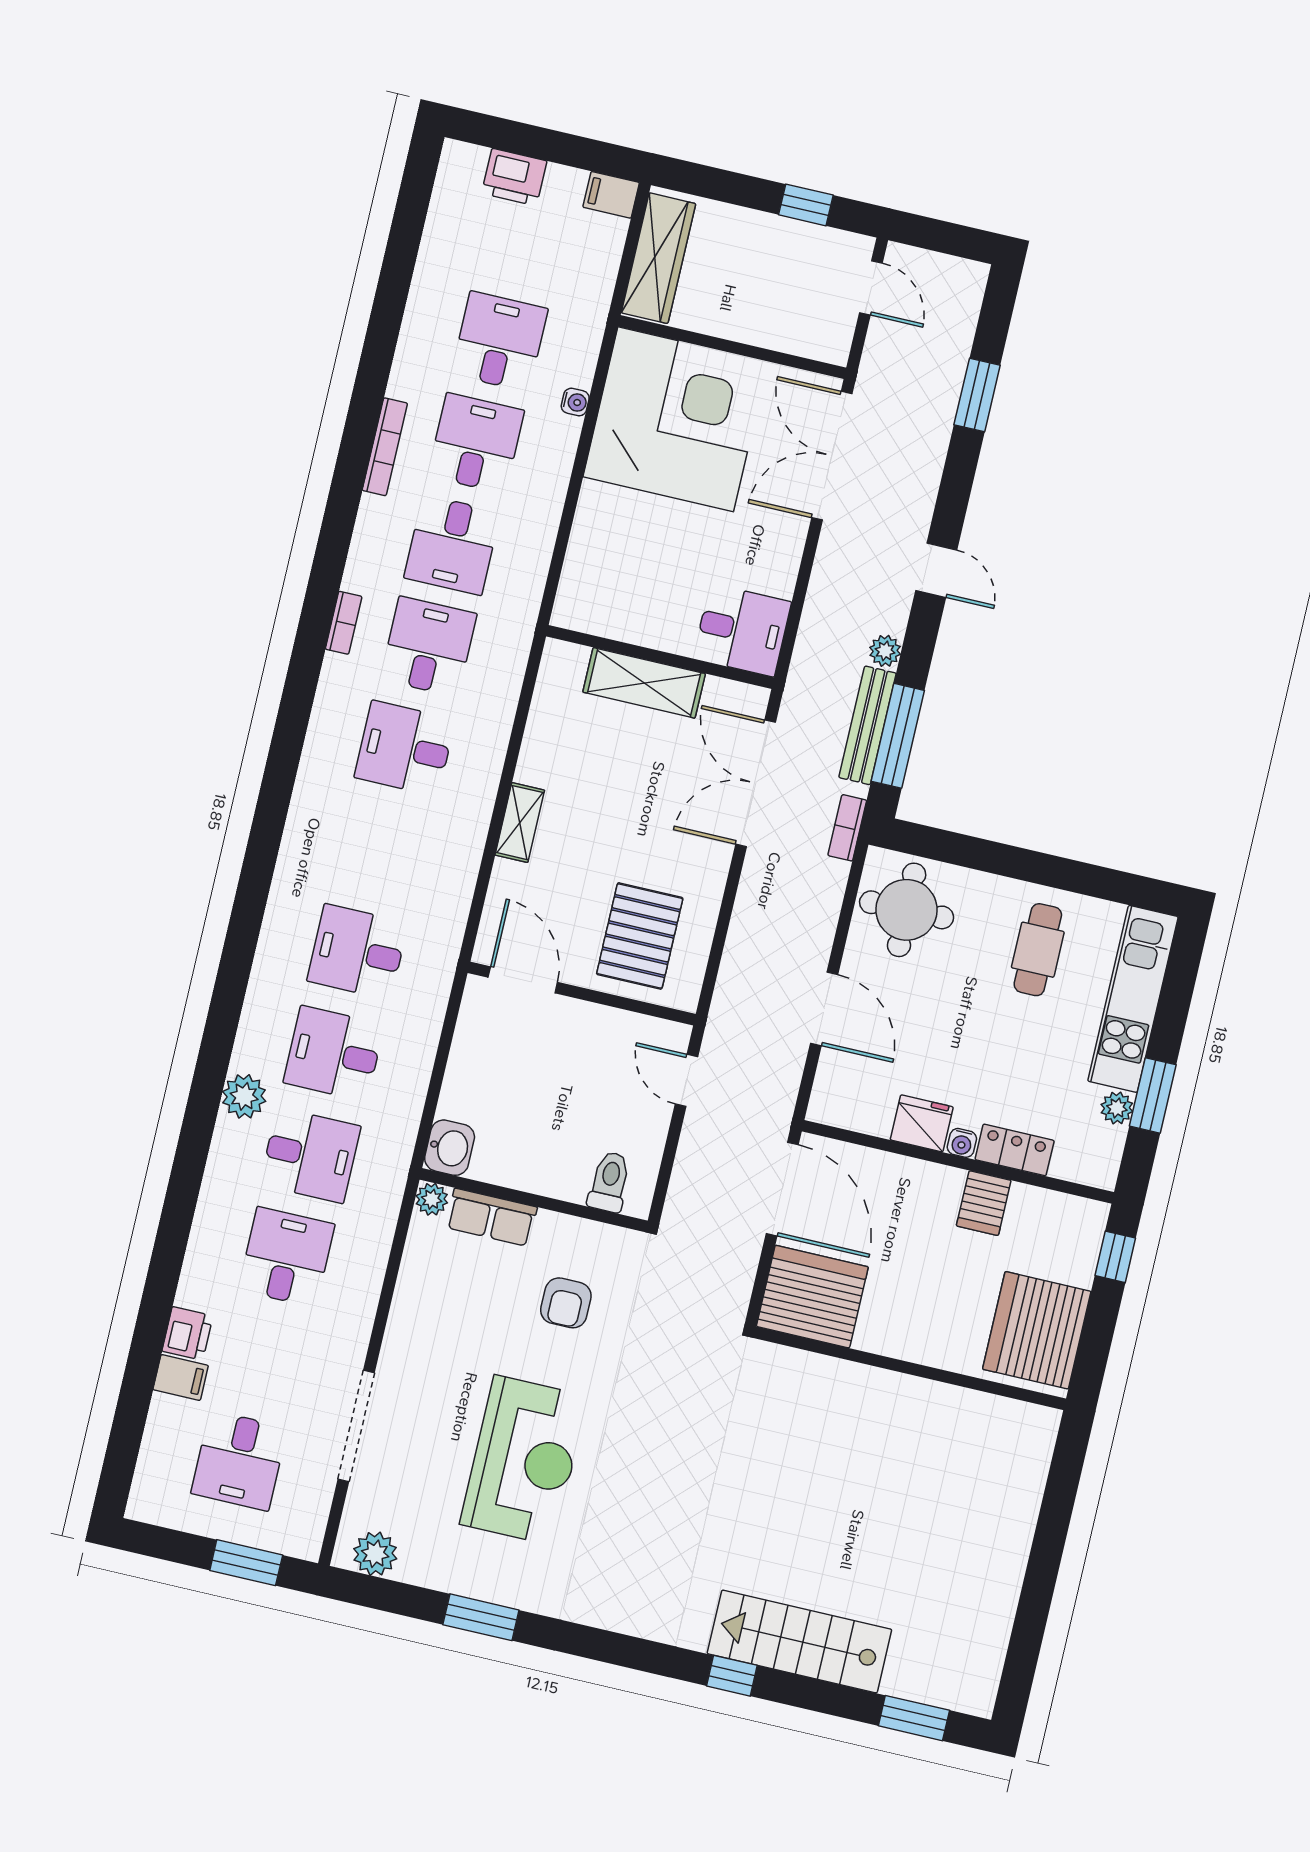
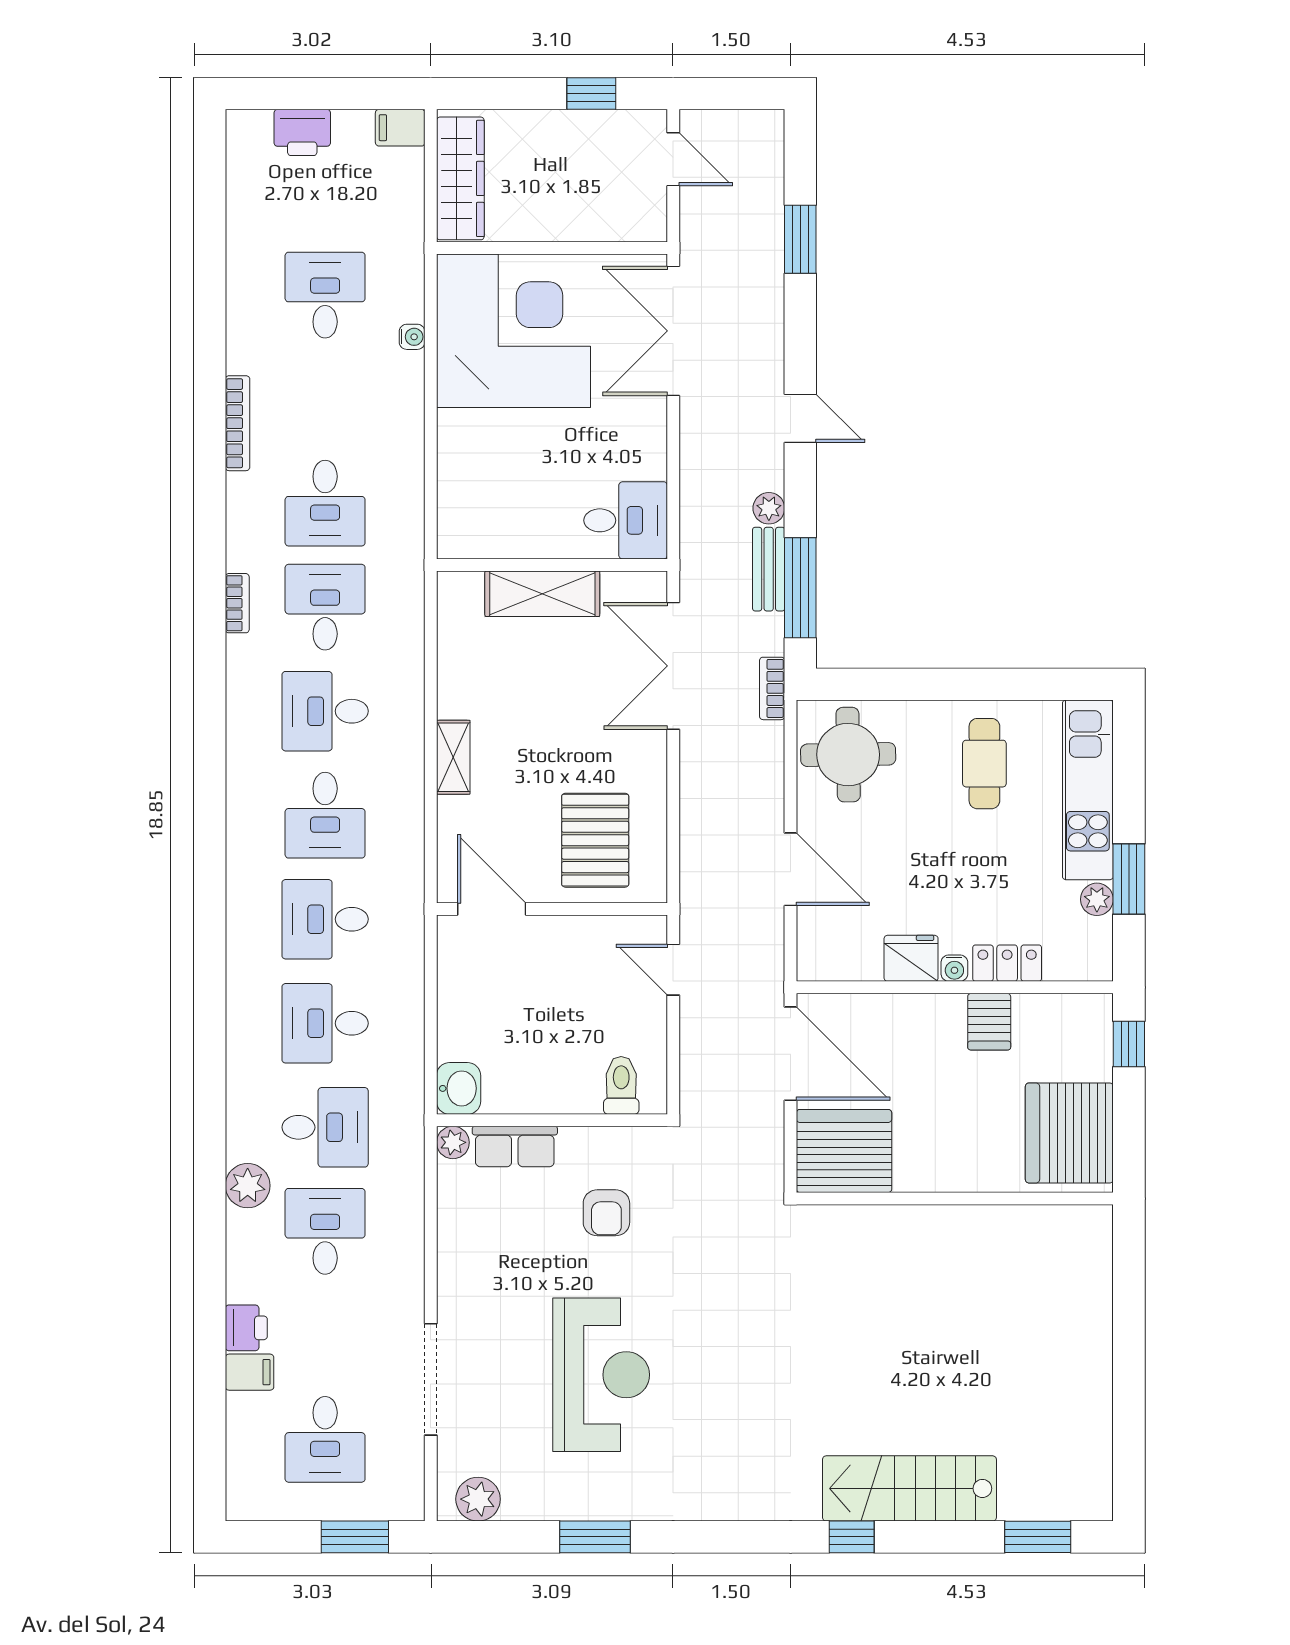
desk: (476, 443) -> (325, 815), moved, turned 180
bench: (868, 725) -> (769, 569), width x0.73
plant: (244, 1096) -> (248, 1186), moved

